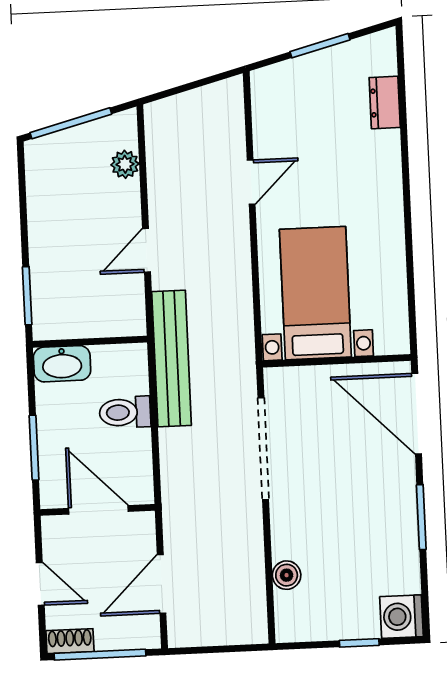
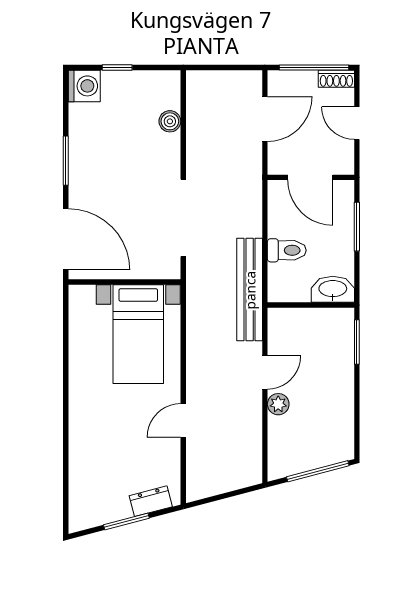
dresser: (385, 103) -> (151, 501), moved, turned -105
plant: (125, 164) -> (278, 404), moved

